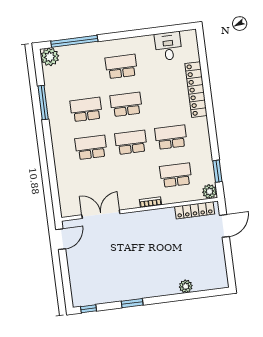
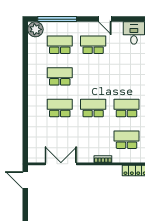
door: (131, 34) -> (105, 19), added
window: (43, 103) -> (25, 66), removed
school desk: (126, 104) -> (60, 45), moved
door: (61, 239) -> (25, 180), swing flipped

